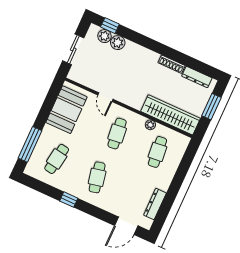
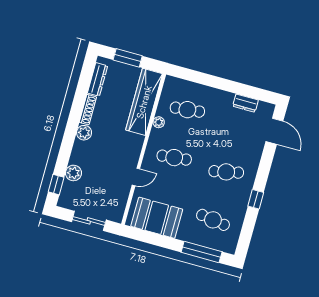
plant: (104, 36) -> (84, 133), moved
dresser: (155, 204) -> (245, 103), width x0.70

